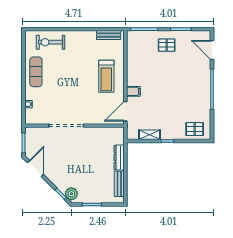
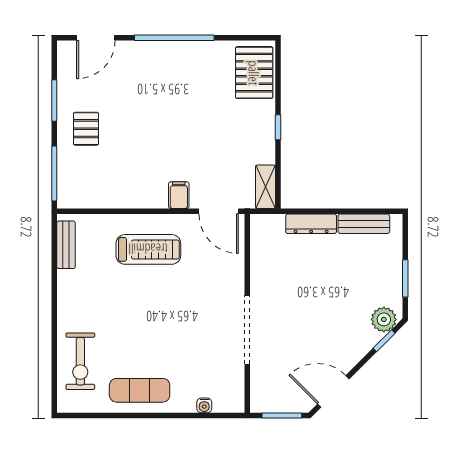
pallet: (195, 129) -> (254, 73), width x1.50, depth x1.42
shelving: (150, 135) -> (266, 187), moved

